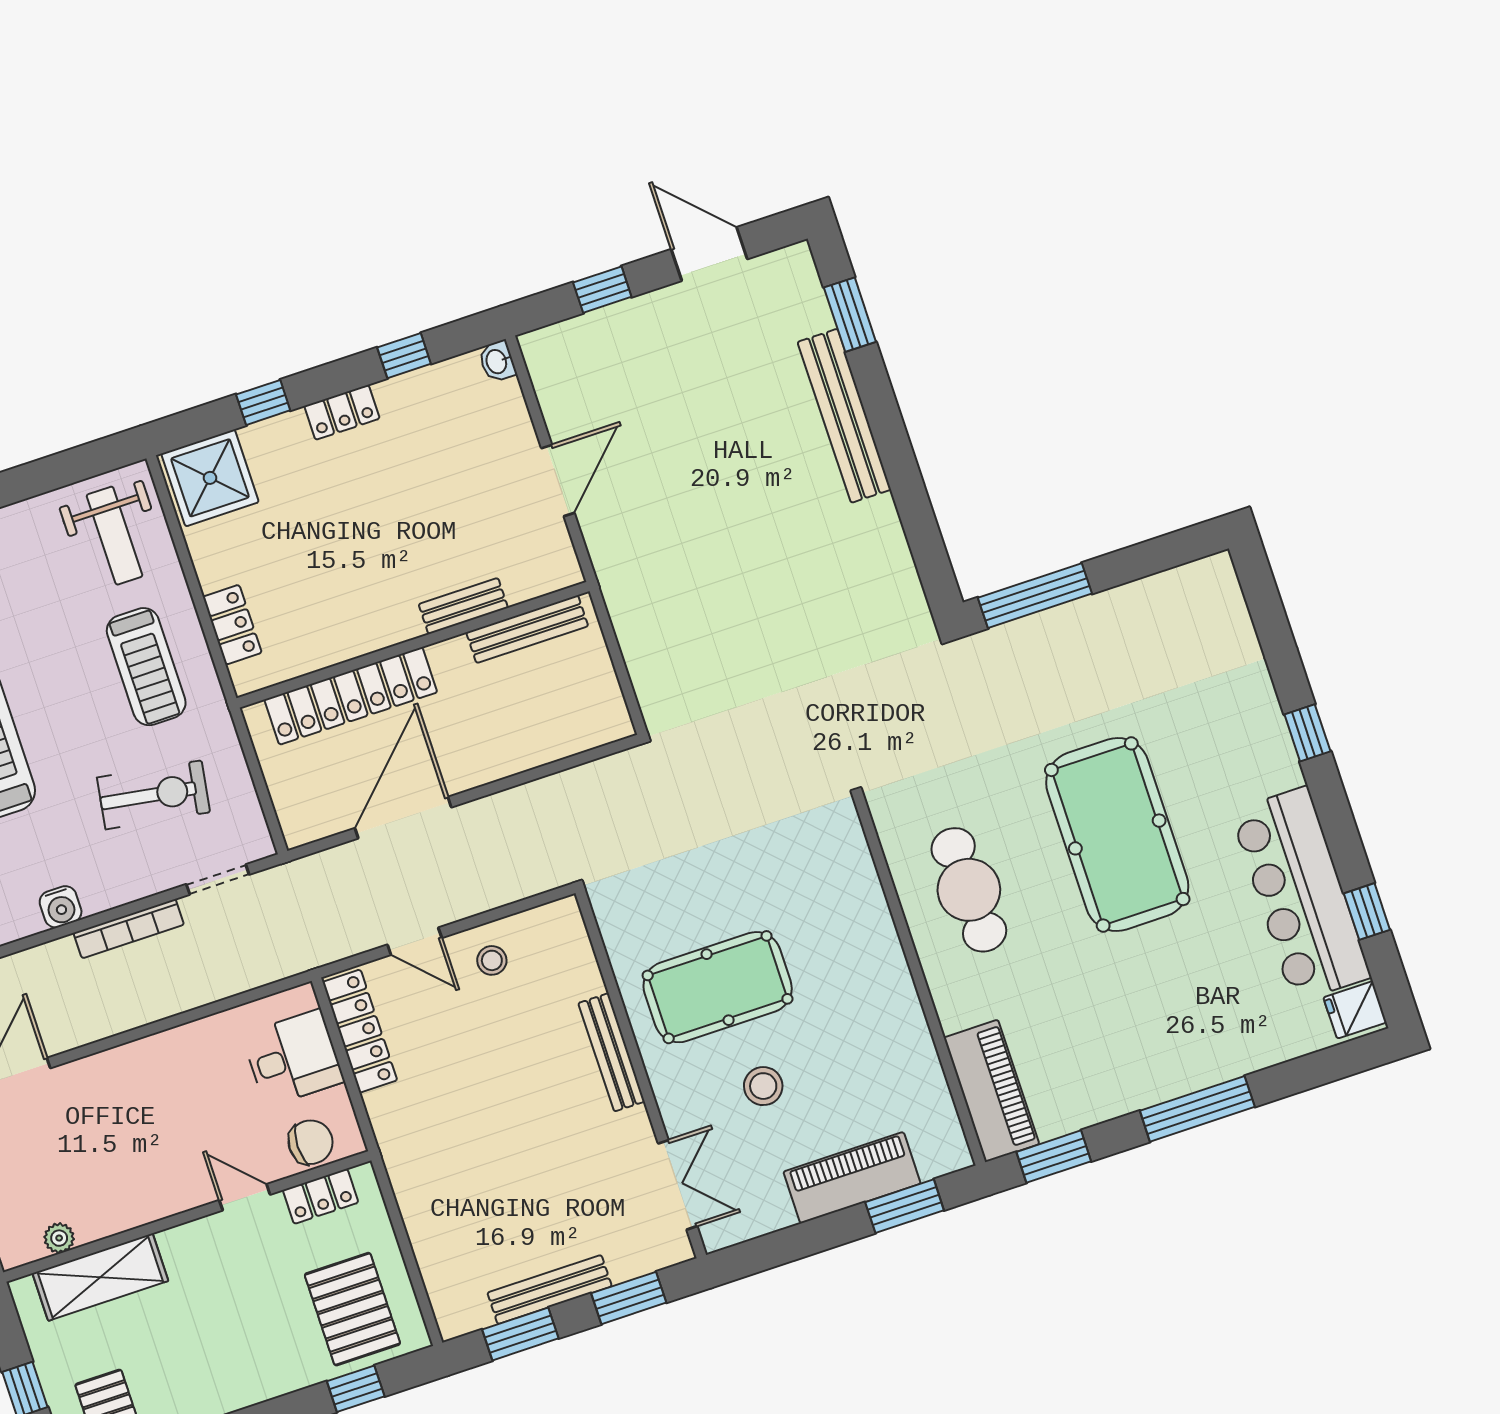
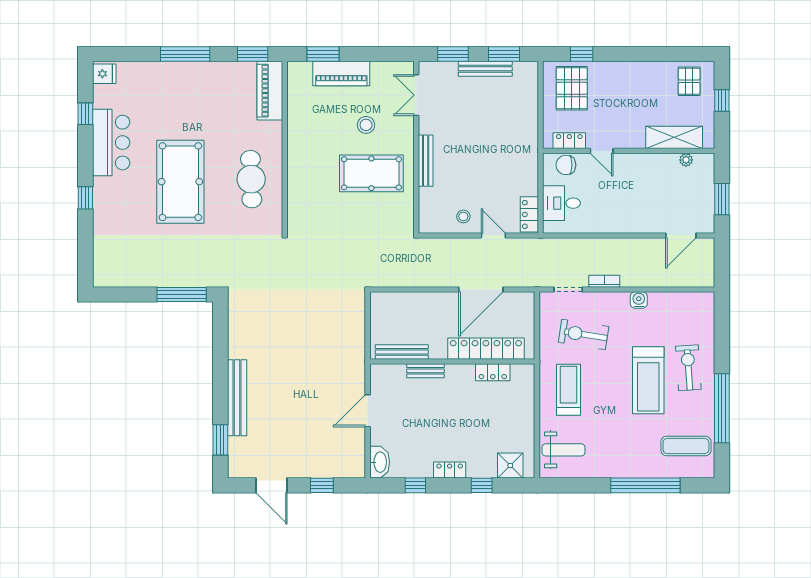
washbasin: (497, 361) -> (380, 462), width x1.91, depth x1.45
shower: (210, 478) -> (510, 466), width x0.73, depth x0.73
weight bench: (114, 536) -> (563, 450), turned 90
locker: (232, 625) -> (493, 372), moved, turned -90
bar counter: (1301, 894) -> (111, 143), width x0.73
bookcase: (129, 929) -> (604, 281), width x0.64
locker: (360, 1031) -> (529, 214), width x0.66

